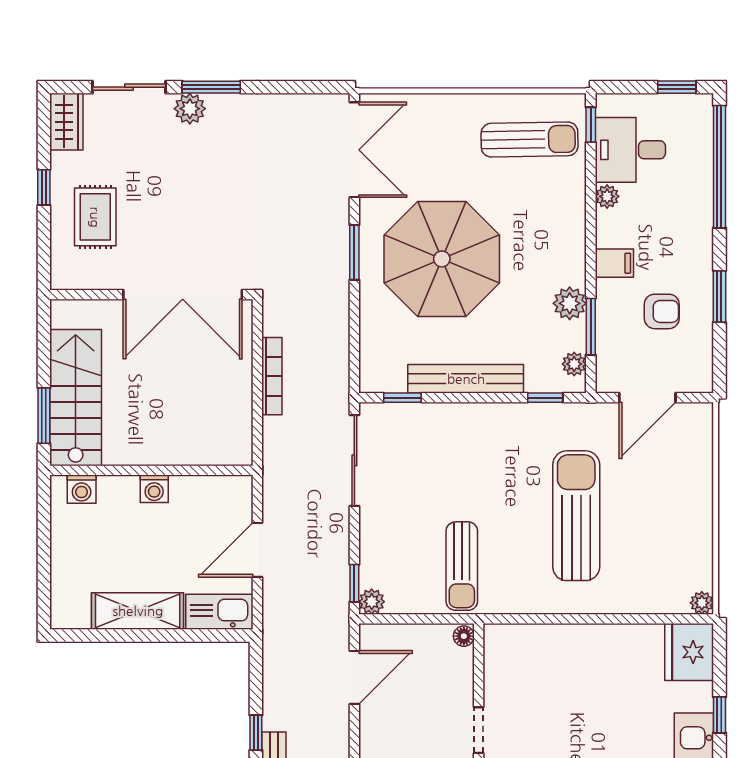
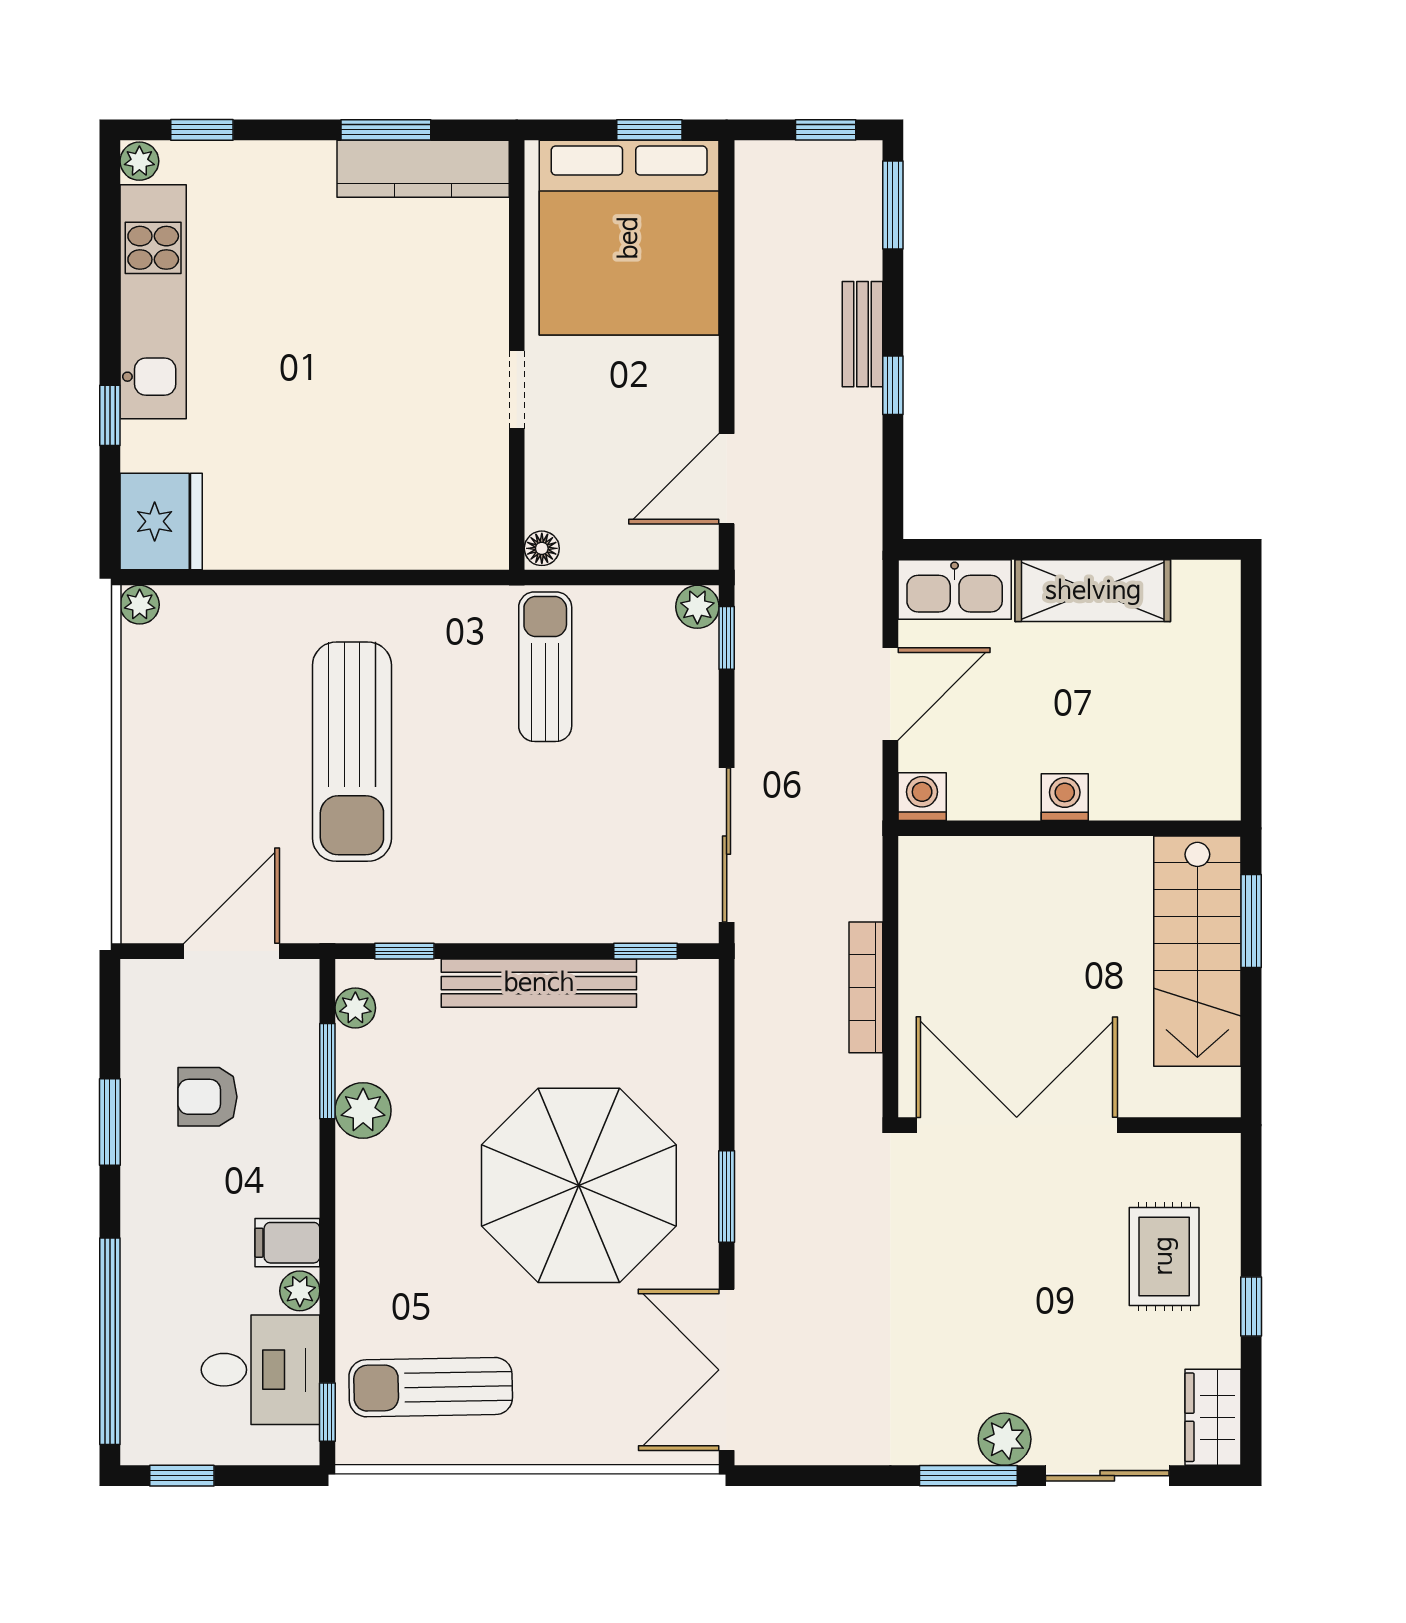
filing cabinet: (614, 263) -> (287, 1243), moved
washing machine: (82, 489) -> (922, 797), moved

